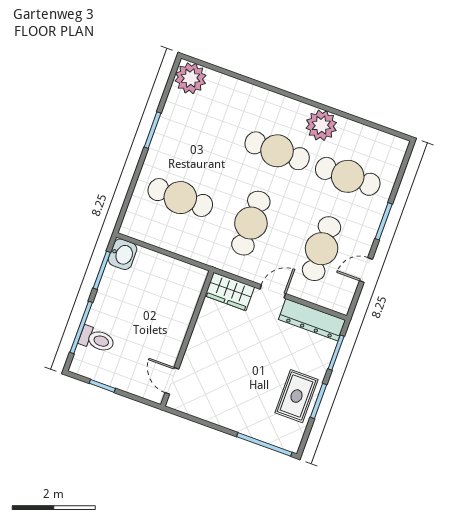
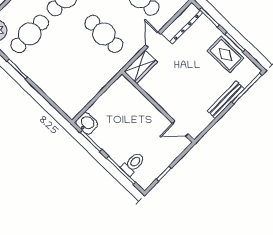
cafe table: (180, 198) -> (30, 34), moved
bench: (237, 423) -> (226, 100), added

